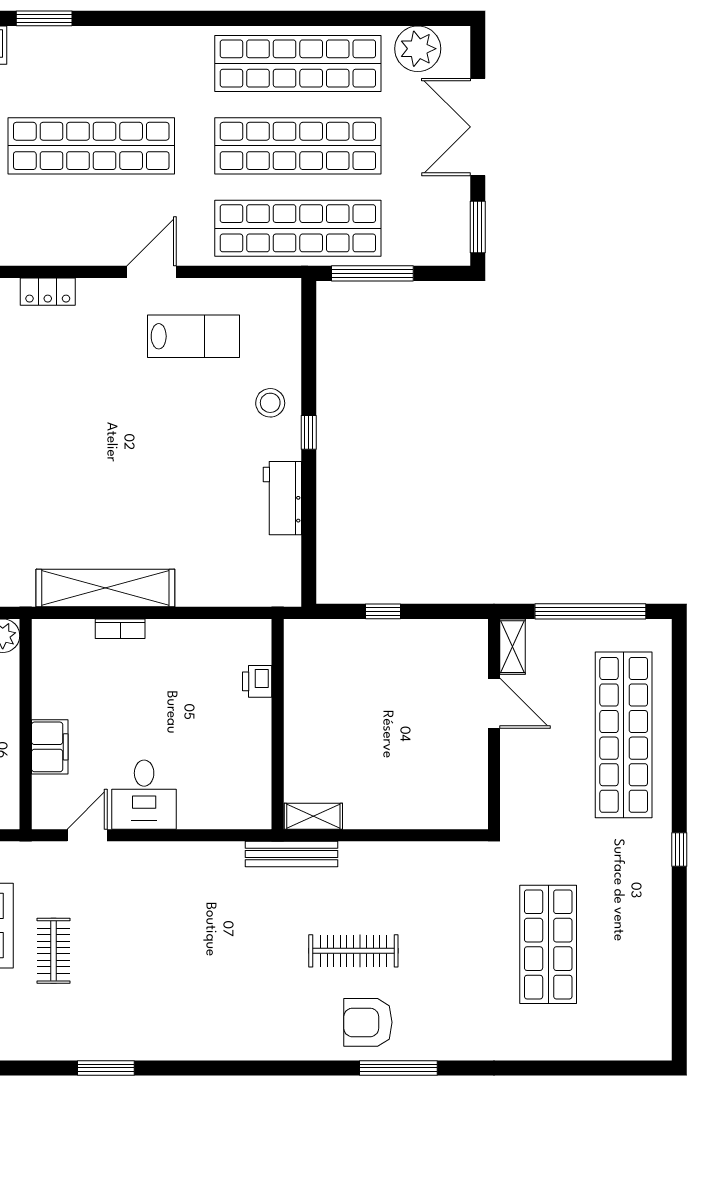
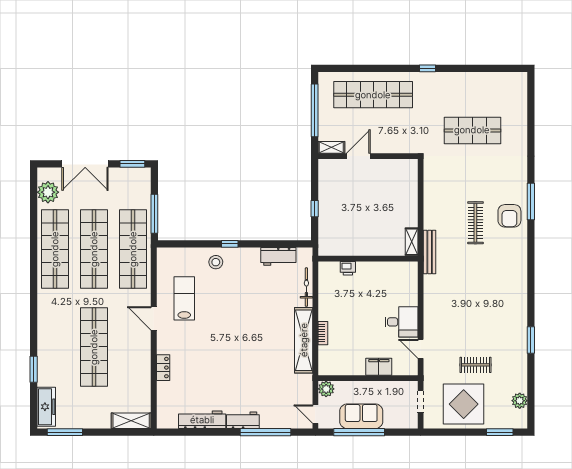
workbench: (282, 498) -> (278, 256), moved
bicycle: (218, 594) -> (306, 287), added

